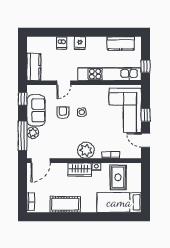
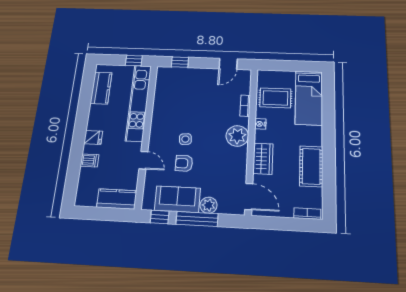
corner sofa: (125, 110) -> (188, 86), removed
window: (146, 115) -> (180, 62), moved
window: (23, 136) -> (197, 219), moved
wardrobe: (80, 170) -> (263, 159), moved

